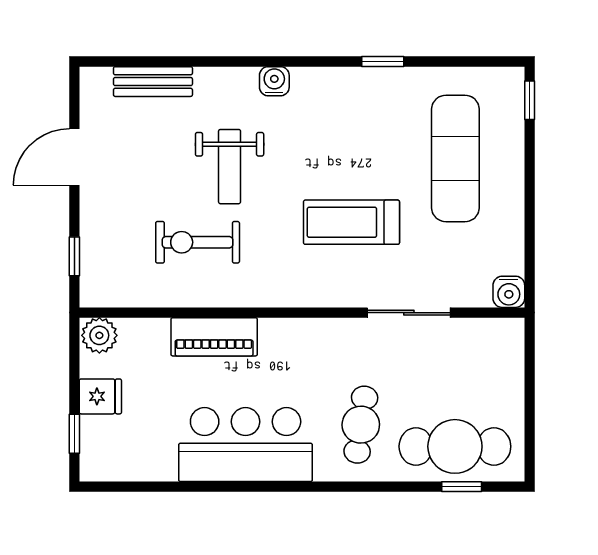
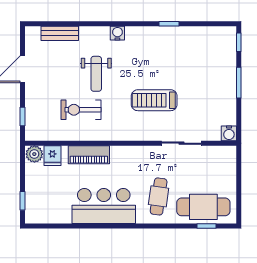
exercise mat: (455, 158) -> (204, 70), removed
window: (530, 185) -> (239, 83), added
fridge: (100, 396) -> (52, 156), moved, turned 90

